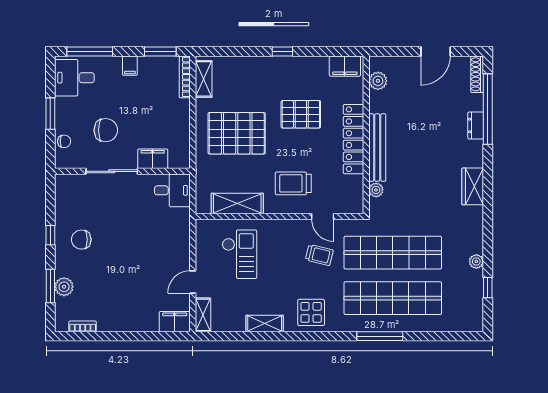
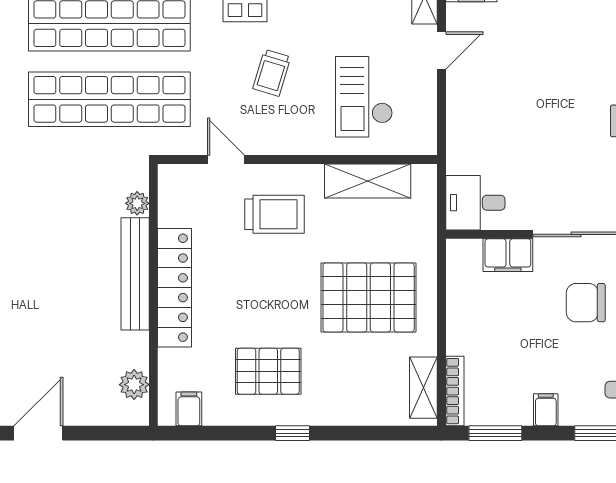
filing cabinet: (345, 66) -> (189, 409), width x0.50
pallet: (301, 114) -> (268, 371), moved
trolley: (319, 255) -> (272, 73), moved, turned -87

